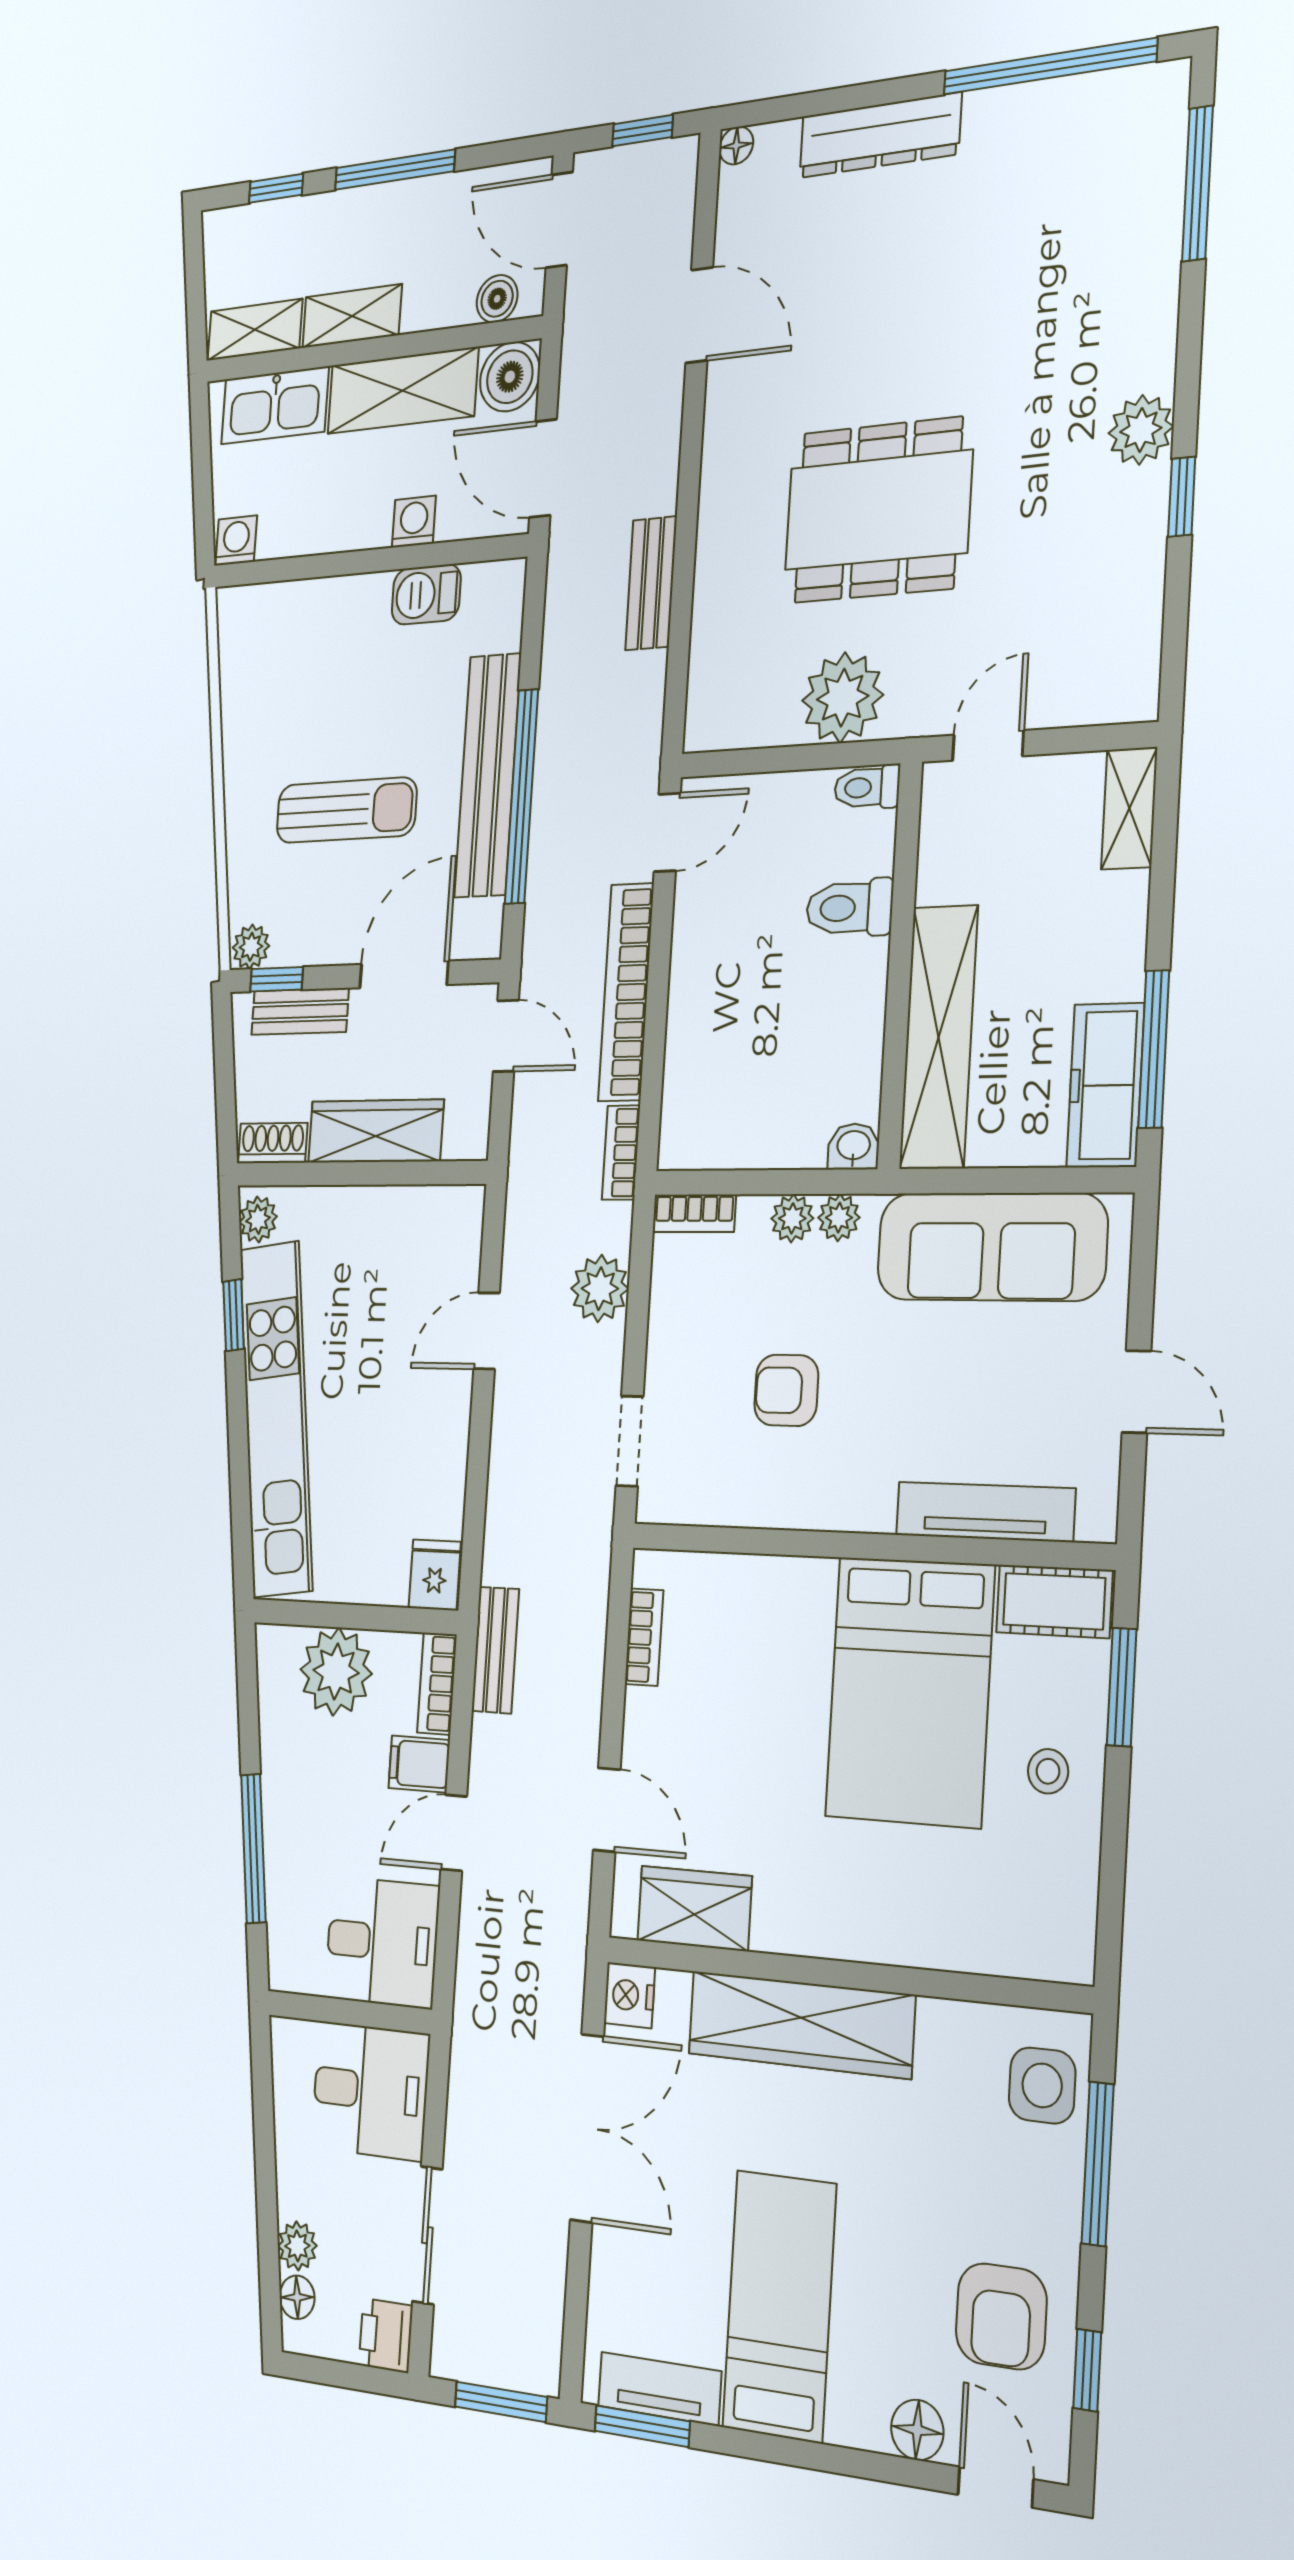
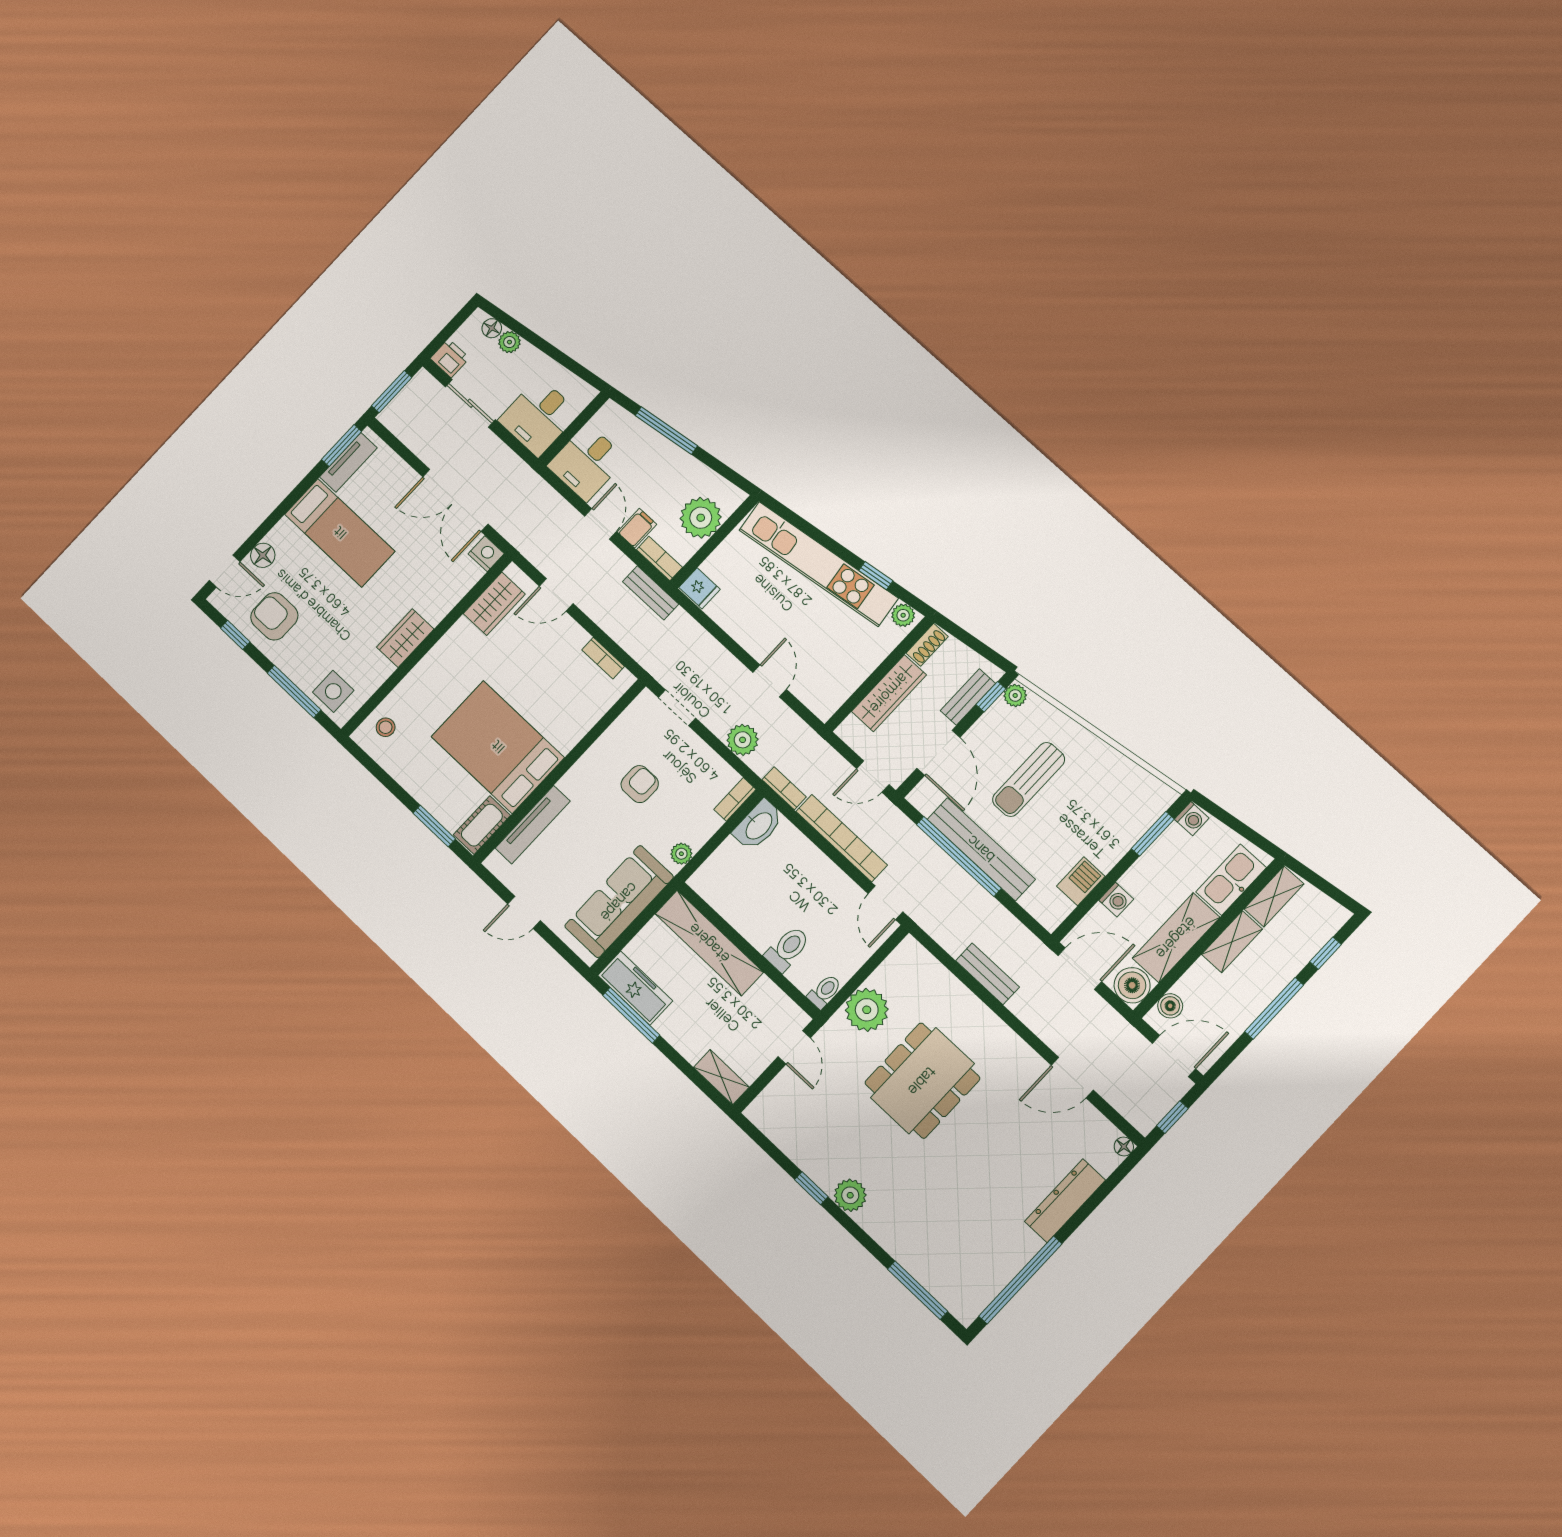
window: (293, 569) -> (1153, 834), added
washbasin: (854, 1146) -> (758, 825), moved, width x1.91, depth x1.45
plant: (792, 1218) -> (698, 836), removed
stool: (1048, 1771) -> (386, 727), moved
wardrobe: (801, 2024) -> (405, 638), width x0.48, depth x0.85

